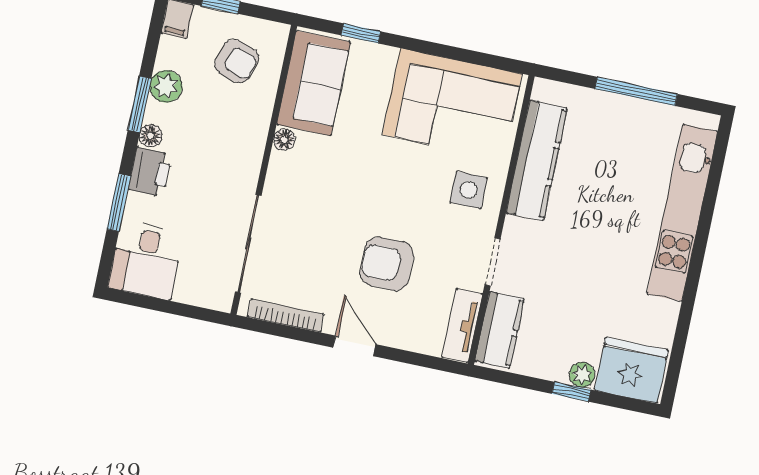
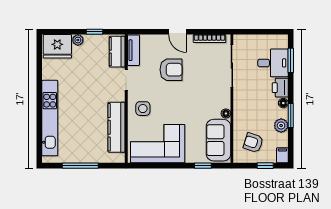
window: (119, 203) -> (291, 60), moved
desk: (146, 260) -> (273, 63), moved, turned 90
window: (571, 392) -> (94, 32), moved

